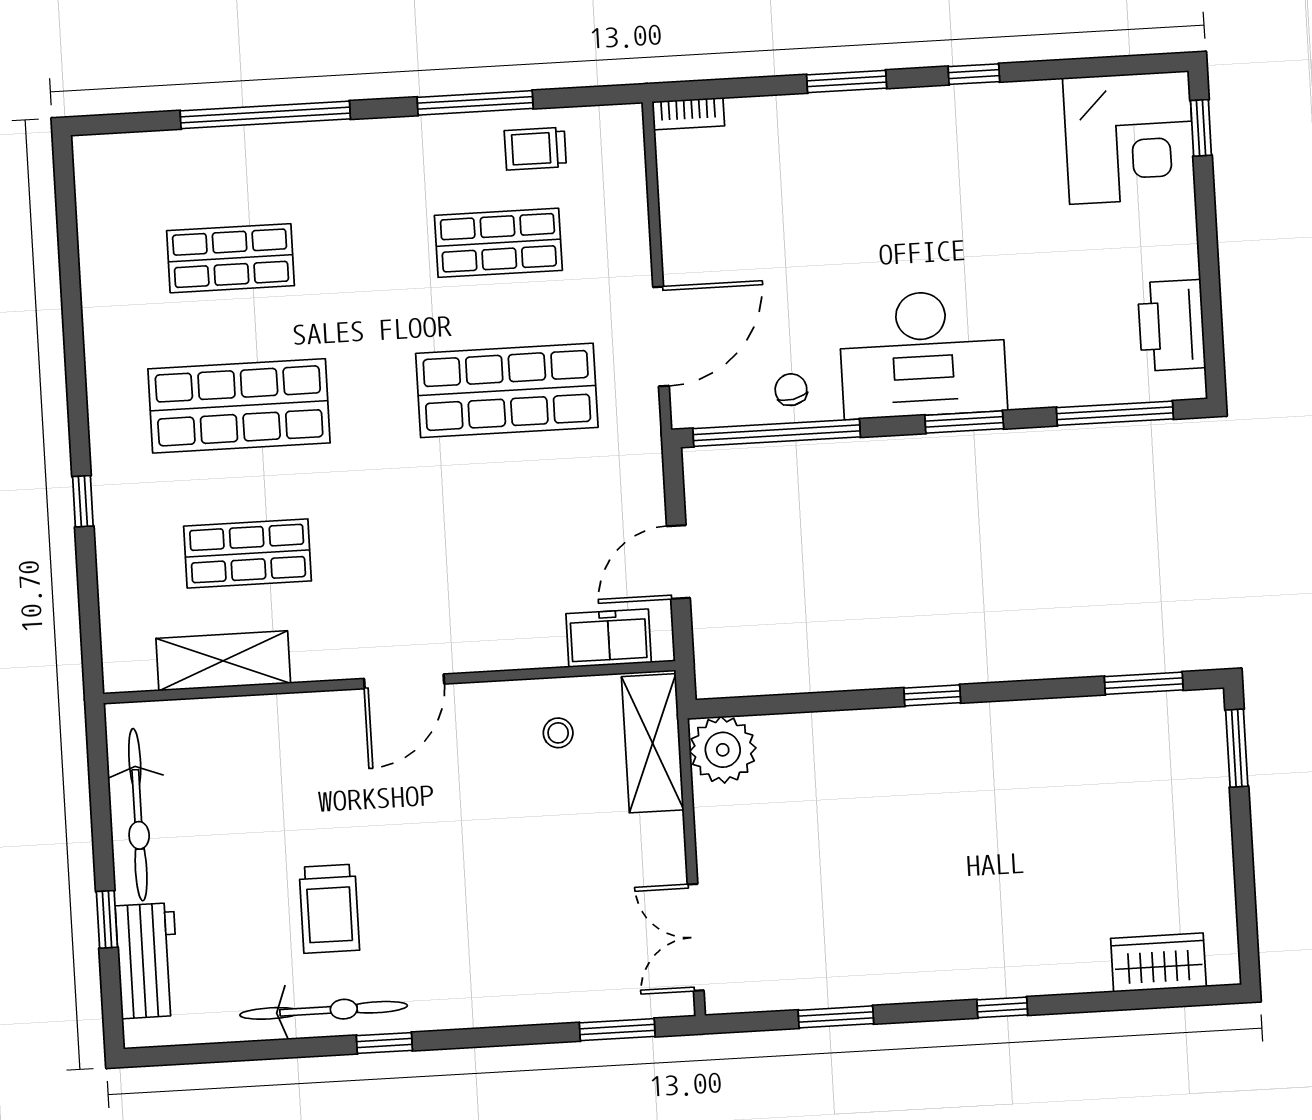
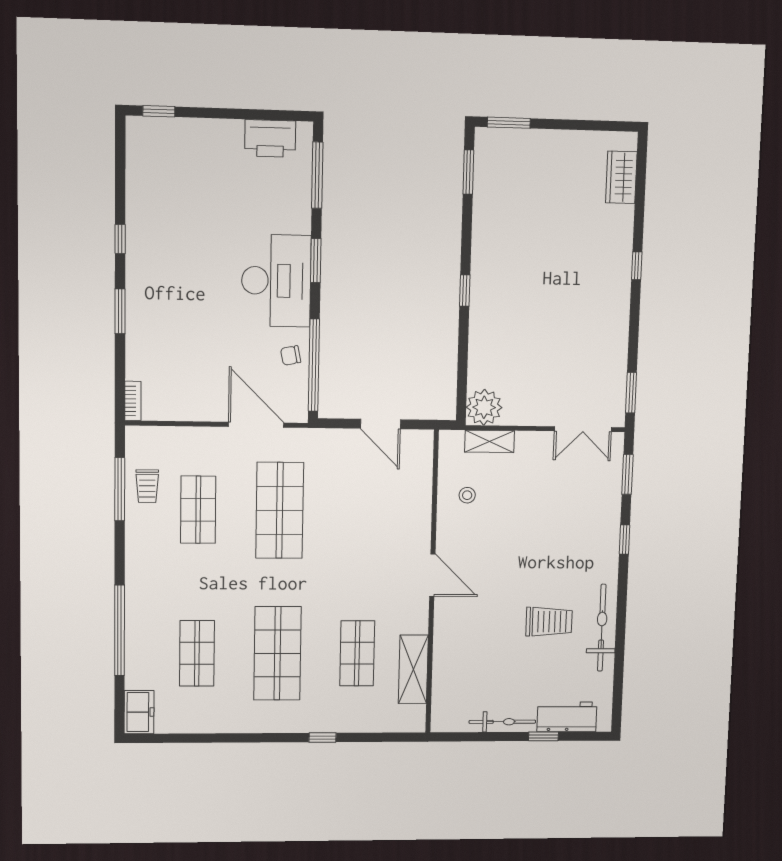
window: (475, 103) -> (120, 489), moved
corner desk: (1129, 138) -> (162, 153), removed
freezer: (609, 638) -> (139, 712), moved, turned 180
shelving: (653, 743) -> (490, 441), width x0.67, depth x0.75
bicycle: (138, 815) -> (502, 722), width x0.73, depth x0.71
window: (836, 1017) -> (631, 393), moved
window: (384, 1043) -> (625, 540), moved

